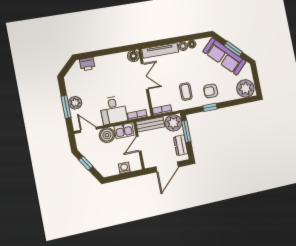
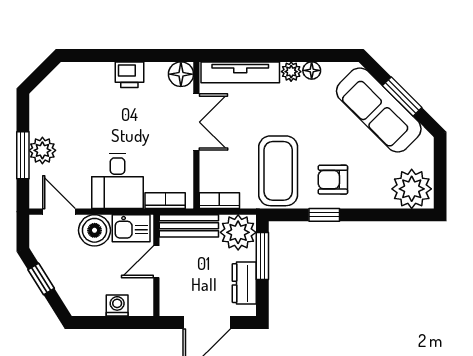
printer: (87, 64) -> (129, 75), moved
coffee table: (186, 92) -> (278, 171), width x1.86, depth x1.72

